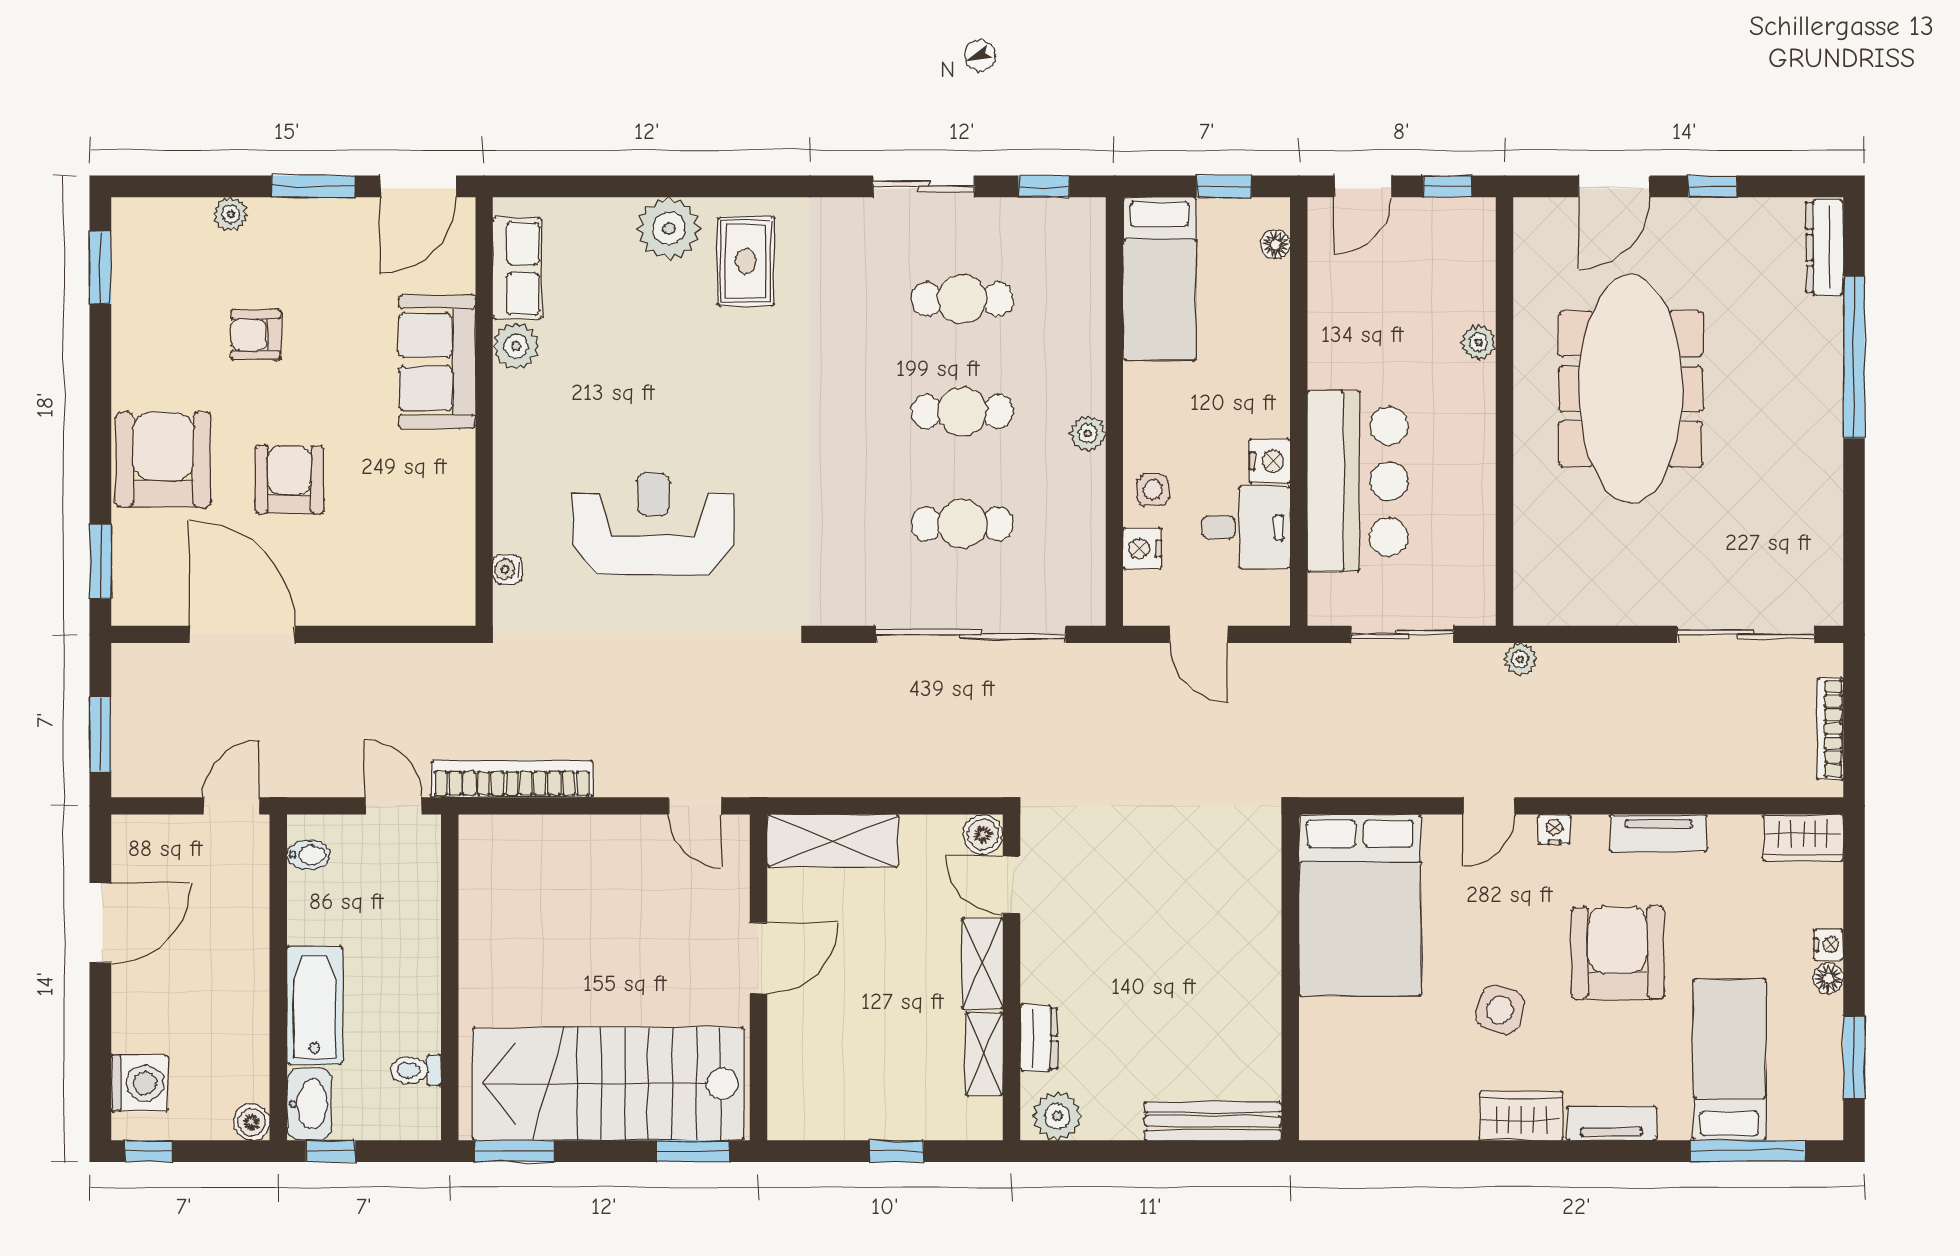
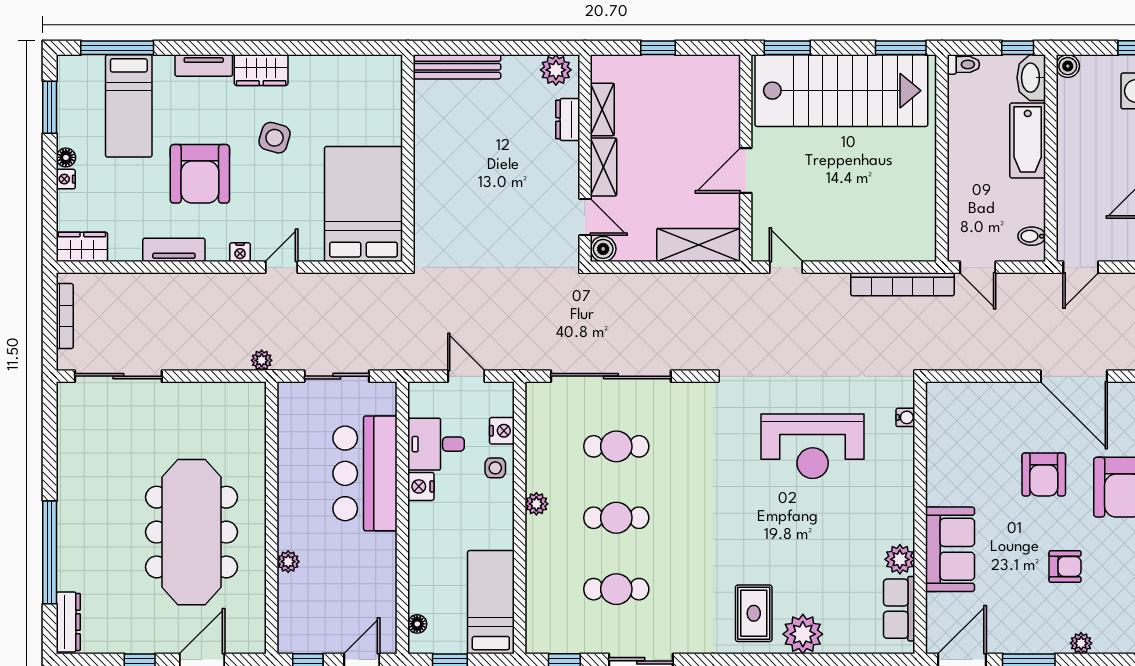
toilet: (416, 1070) -> (963, 64), moved

